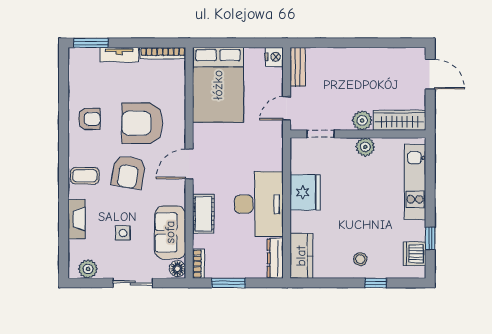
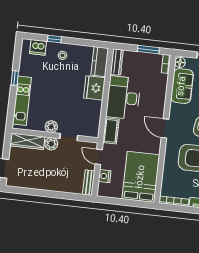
nightstand: (274, 57) -> (105, 176), moved
door: (287, 108) -> (99, 157), swing flipped
doorway: (320, 134) -> (69, 137), moved
door: (189, 164) -> (165, 128), swing flipped
fridge: (305, 192) -> (94, 88), moved
cot: (203, 214) -> (111, 131), moved
window: (430, 238) -> (15, 78), moved
dishwasher: (414, 254) -> (38, 47), moved, turned 90

